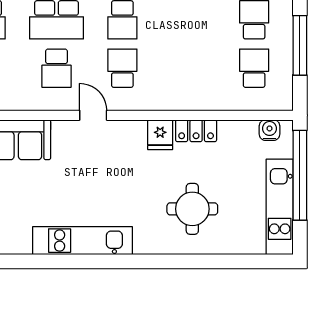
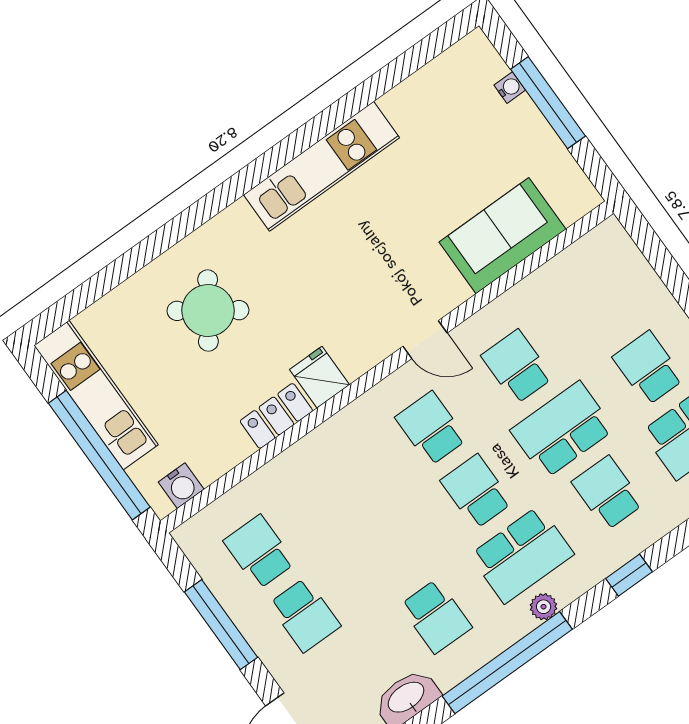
school desk: (122, 68) -> (431, 428), turned 180
school desk: (254, 68) -> (259, 552), turned 180
round table: (192, 209) -> (208, 311), turned 35

